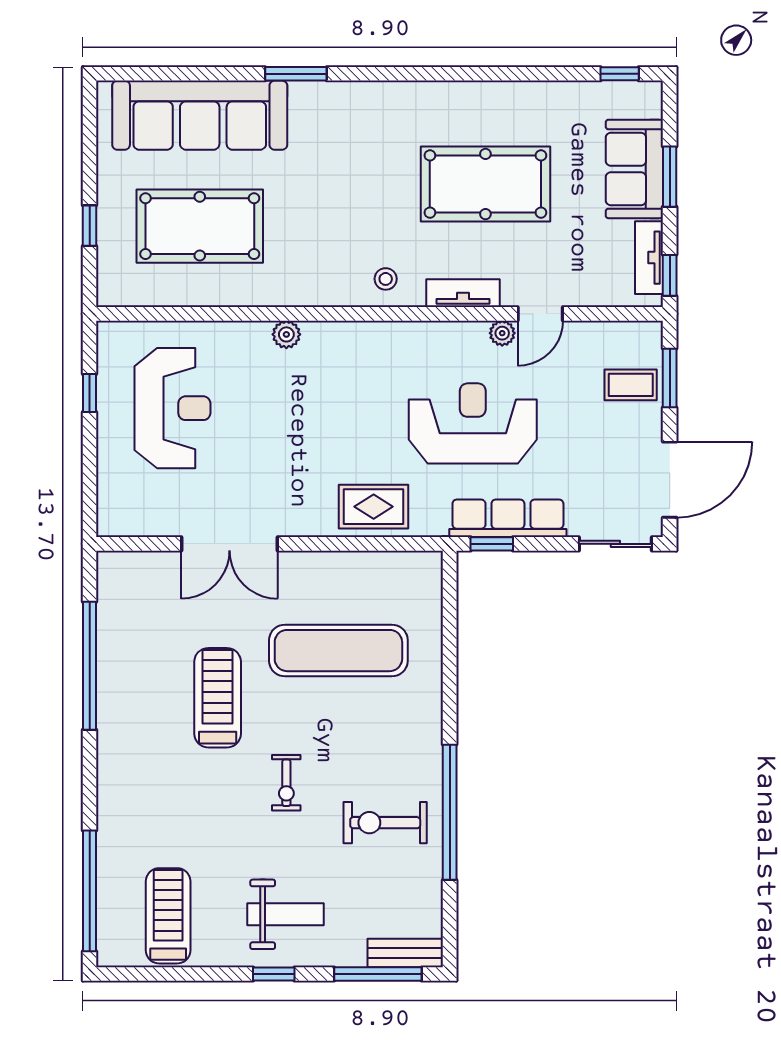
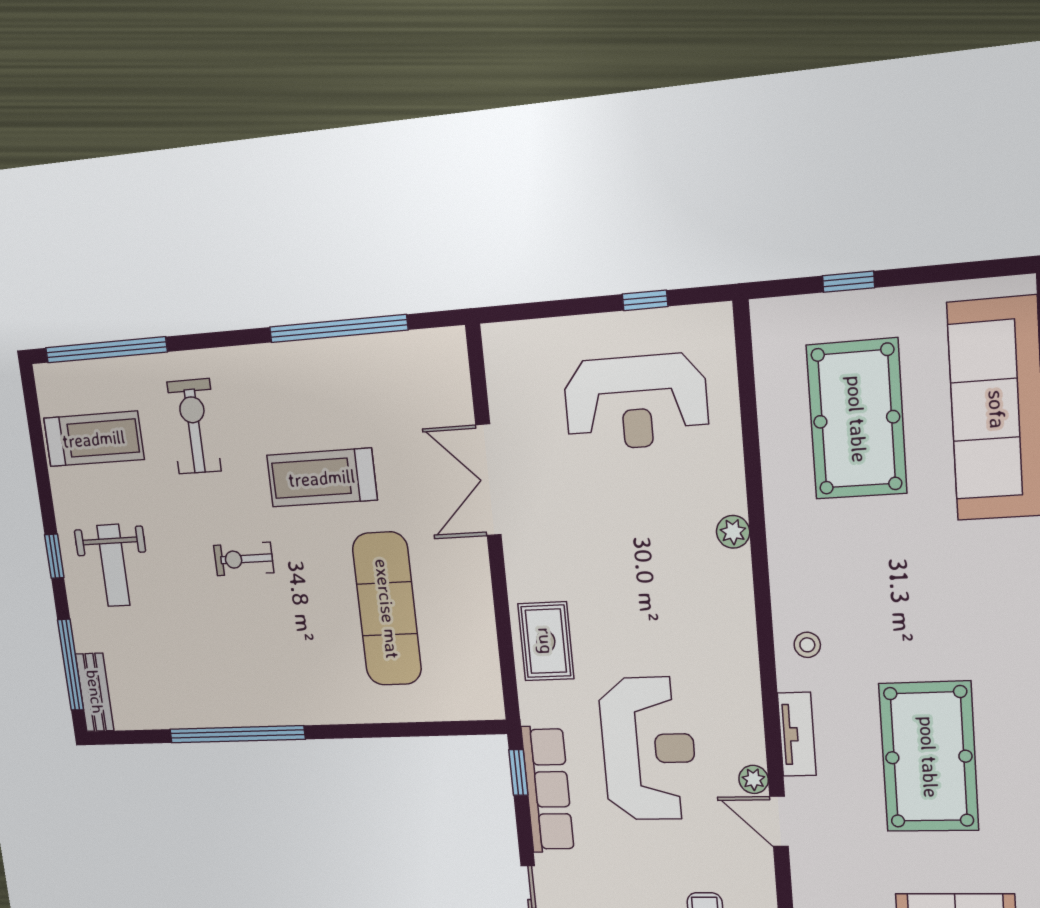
treadmill: (218, 698) -> (322, 478), turned 180
exercise bike: (385, 823) -> (194, 426), moved

